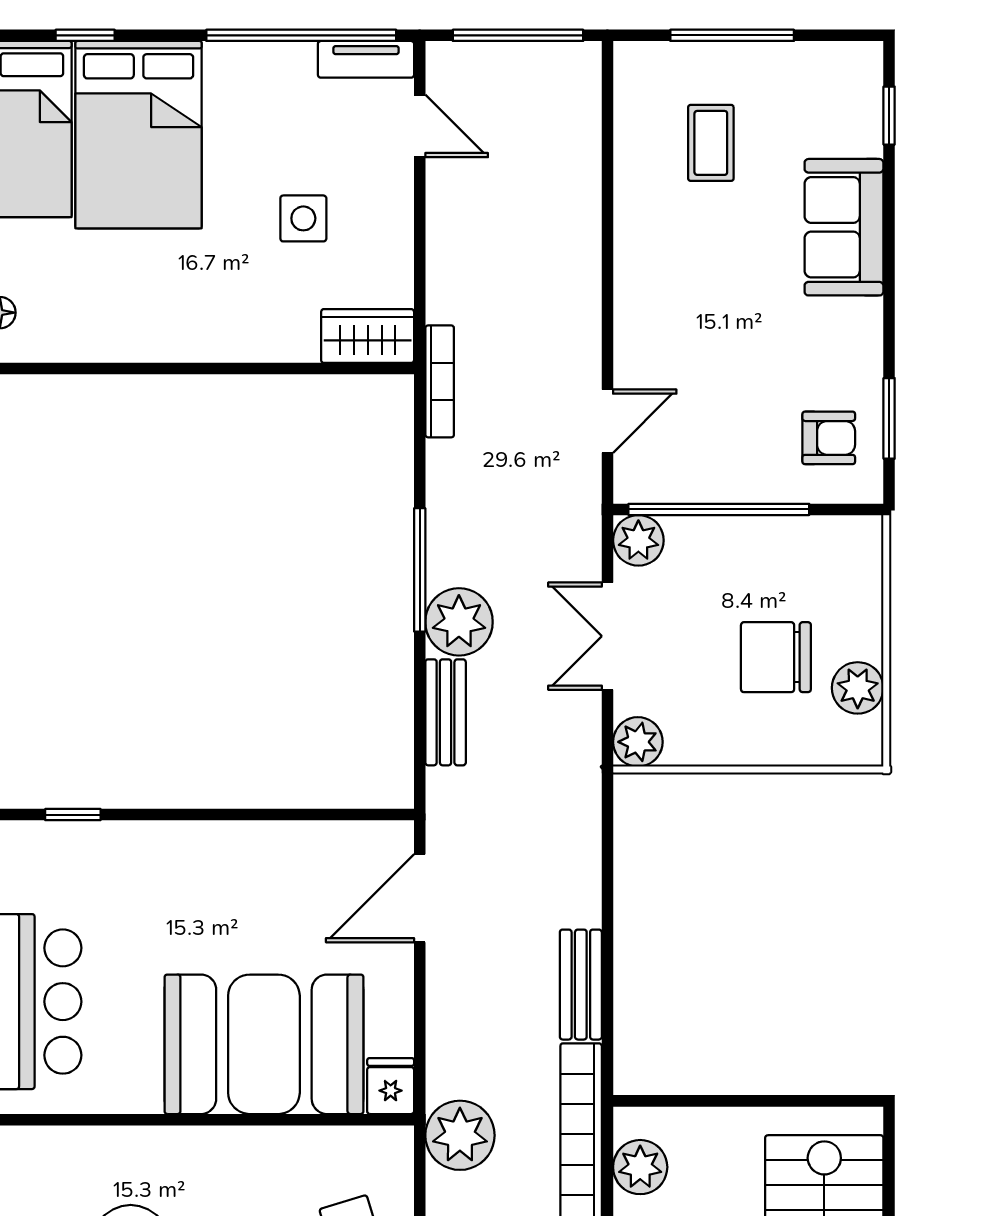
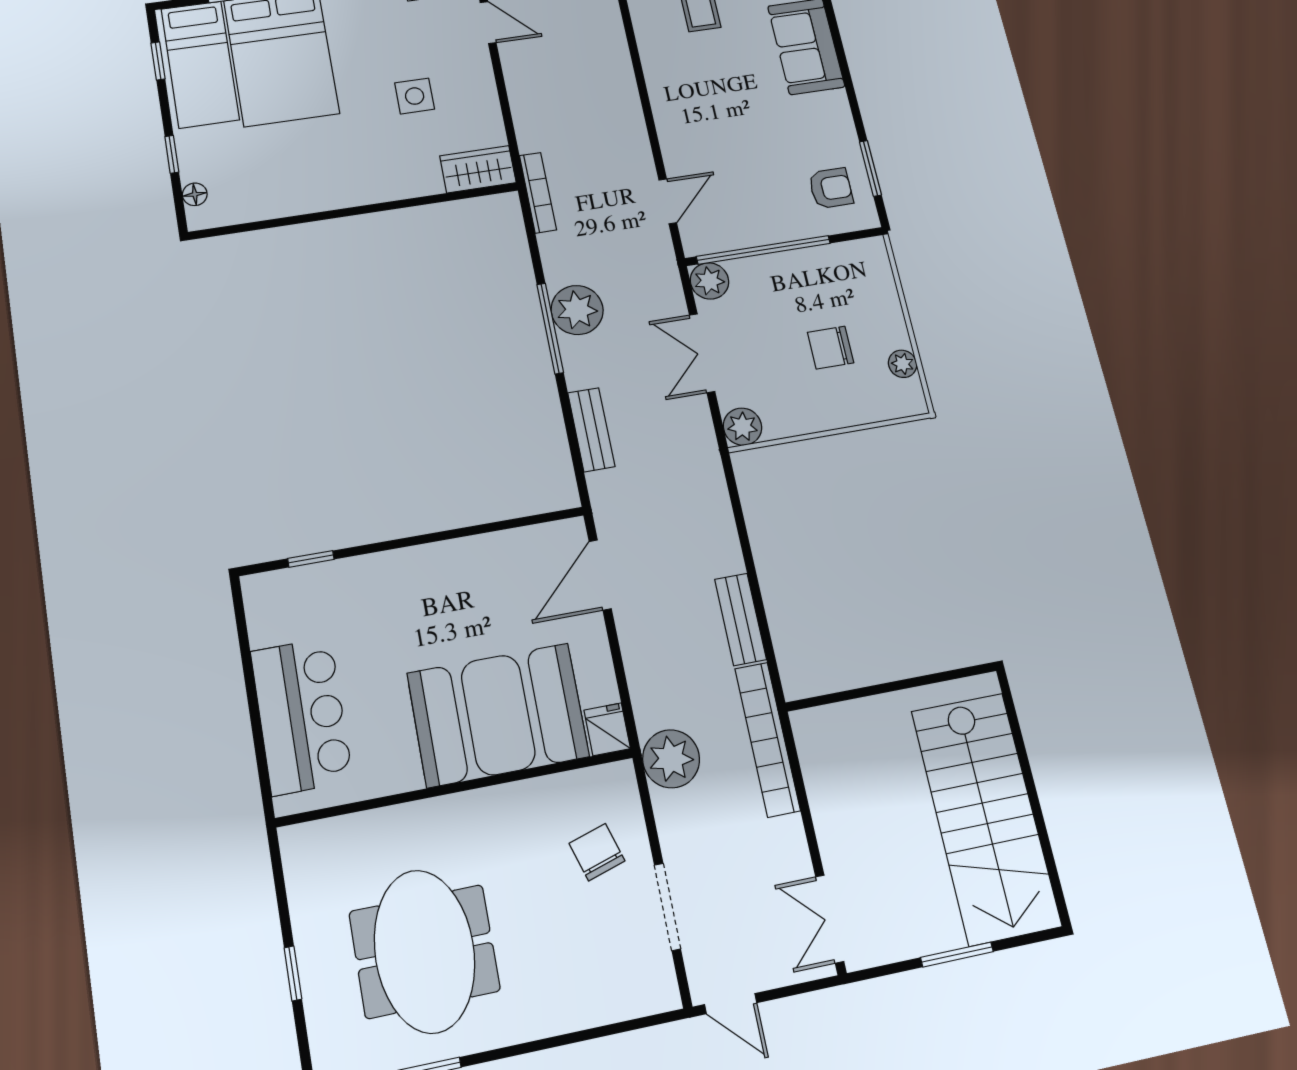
plant: (459, 622) -> (577, 310), moved
chair: (776, 657) -> (831, 348), width x0.73, depth x0.73
plant: (858, 688) -> (903, 364), width x0.73, depth x0.73
plant: (640, 1167) -> (820, 757), removed

